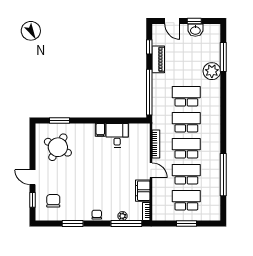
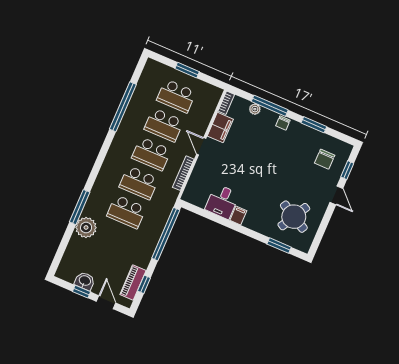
window: (223, 57) -> (80, 207), moved
piano: (158, 59) -> (133, 283), moved
window: (126, 223) -> (270, 106), moved

